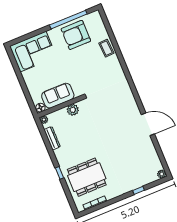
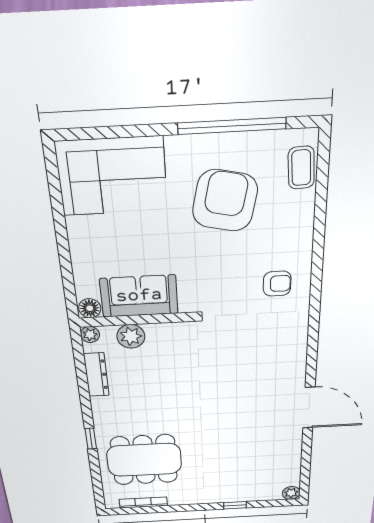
armchair: (76, 35) -> (225, 201), moved, turned 102
coffee table: (106, 48) -> (301, 168), moved
armchair: (109, 72) -> (277, 284), added
plant: (73, 110) -> (131, 336), moved

